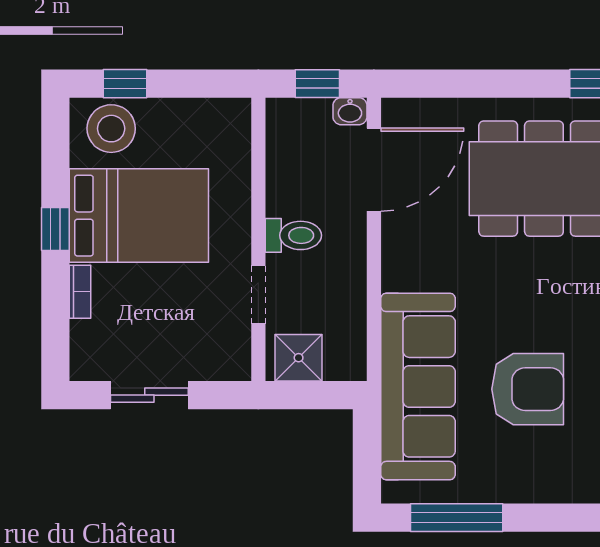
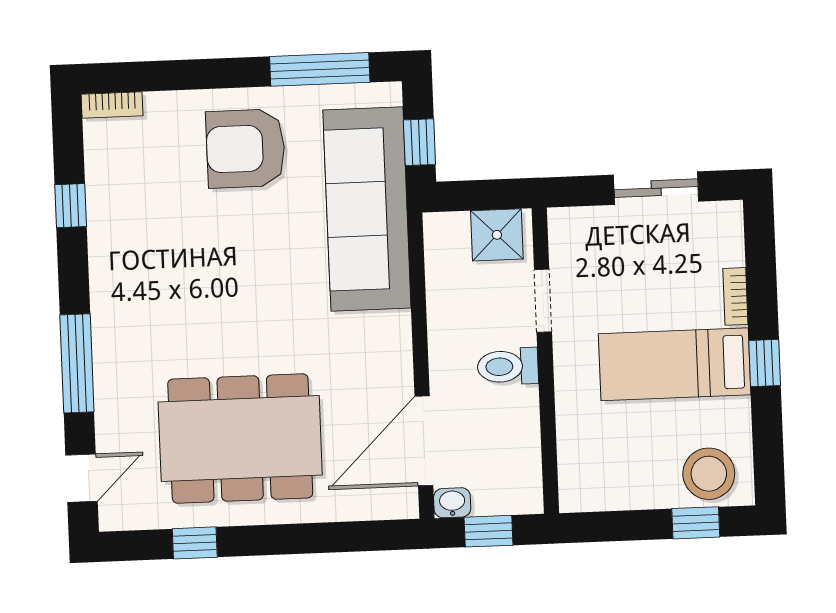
bed: (139, 216) -> (675, 364), width x0.67
armchair: (528, 389) -> (246, 149), moved
window: (367, 446) -> (419, 142), added

